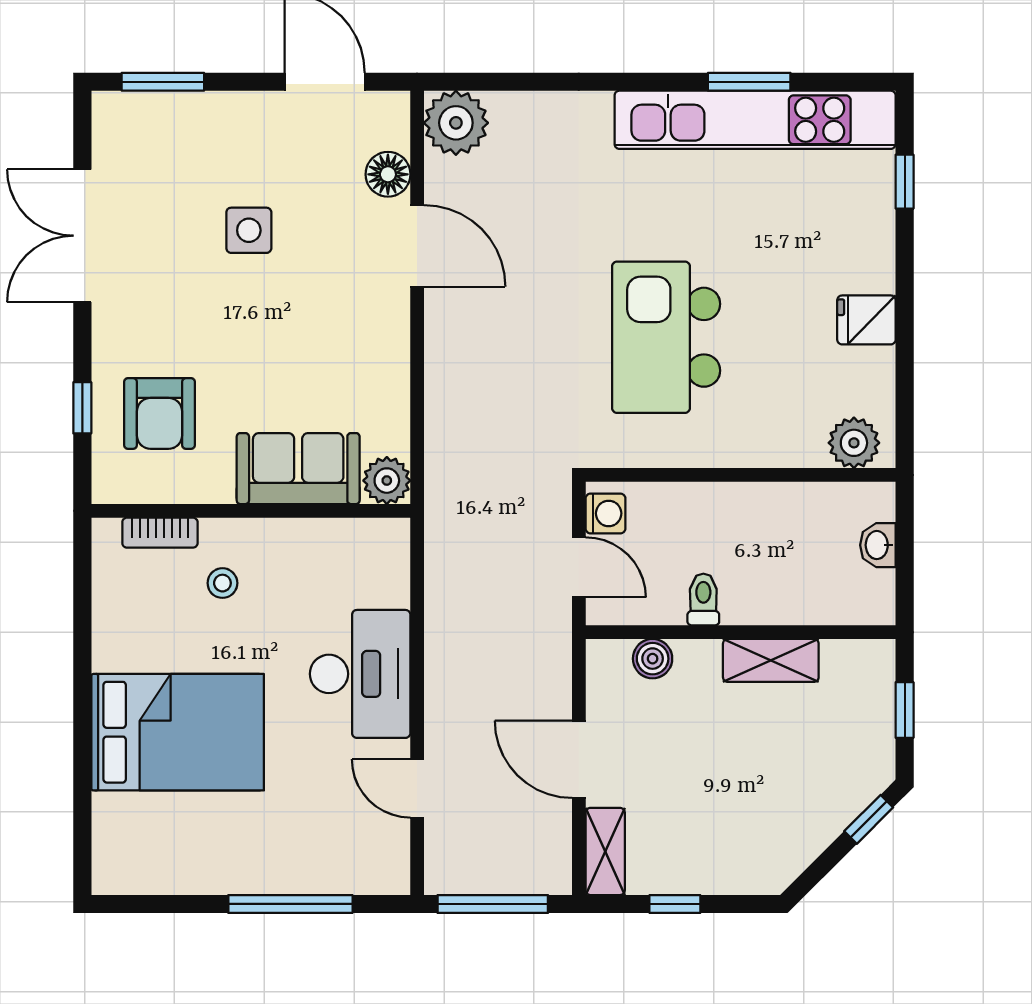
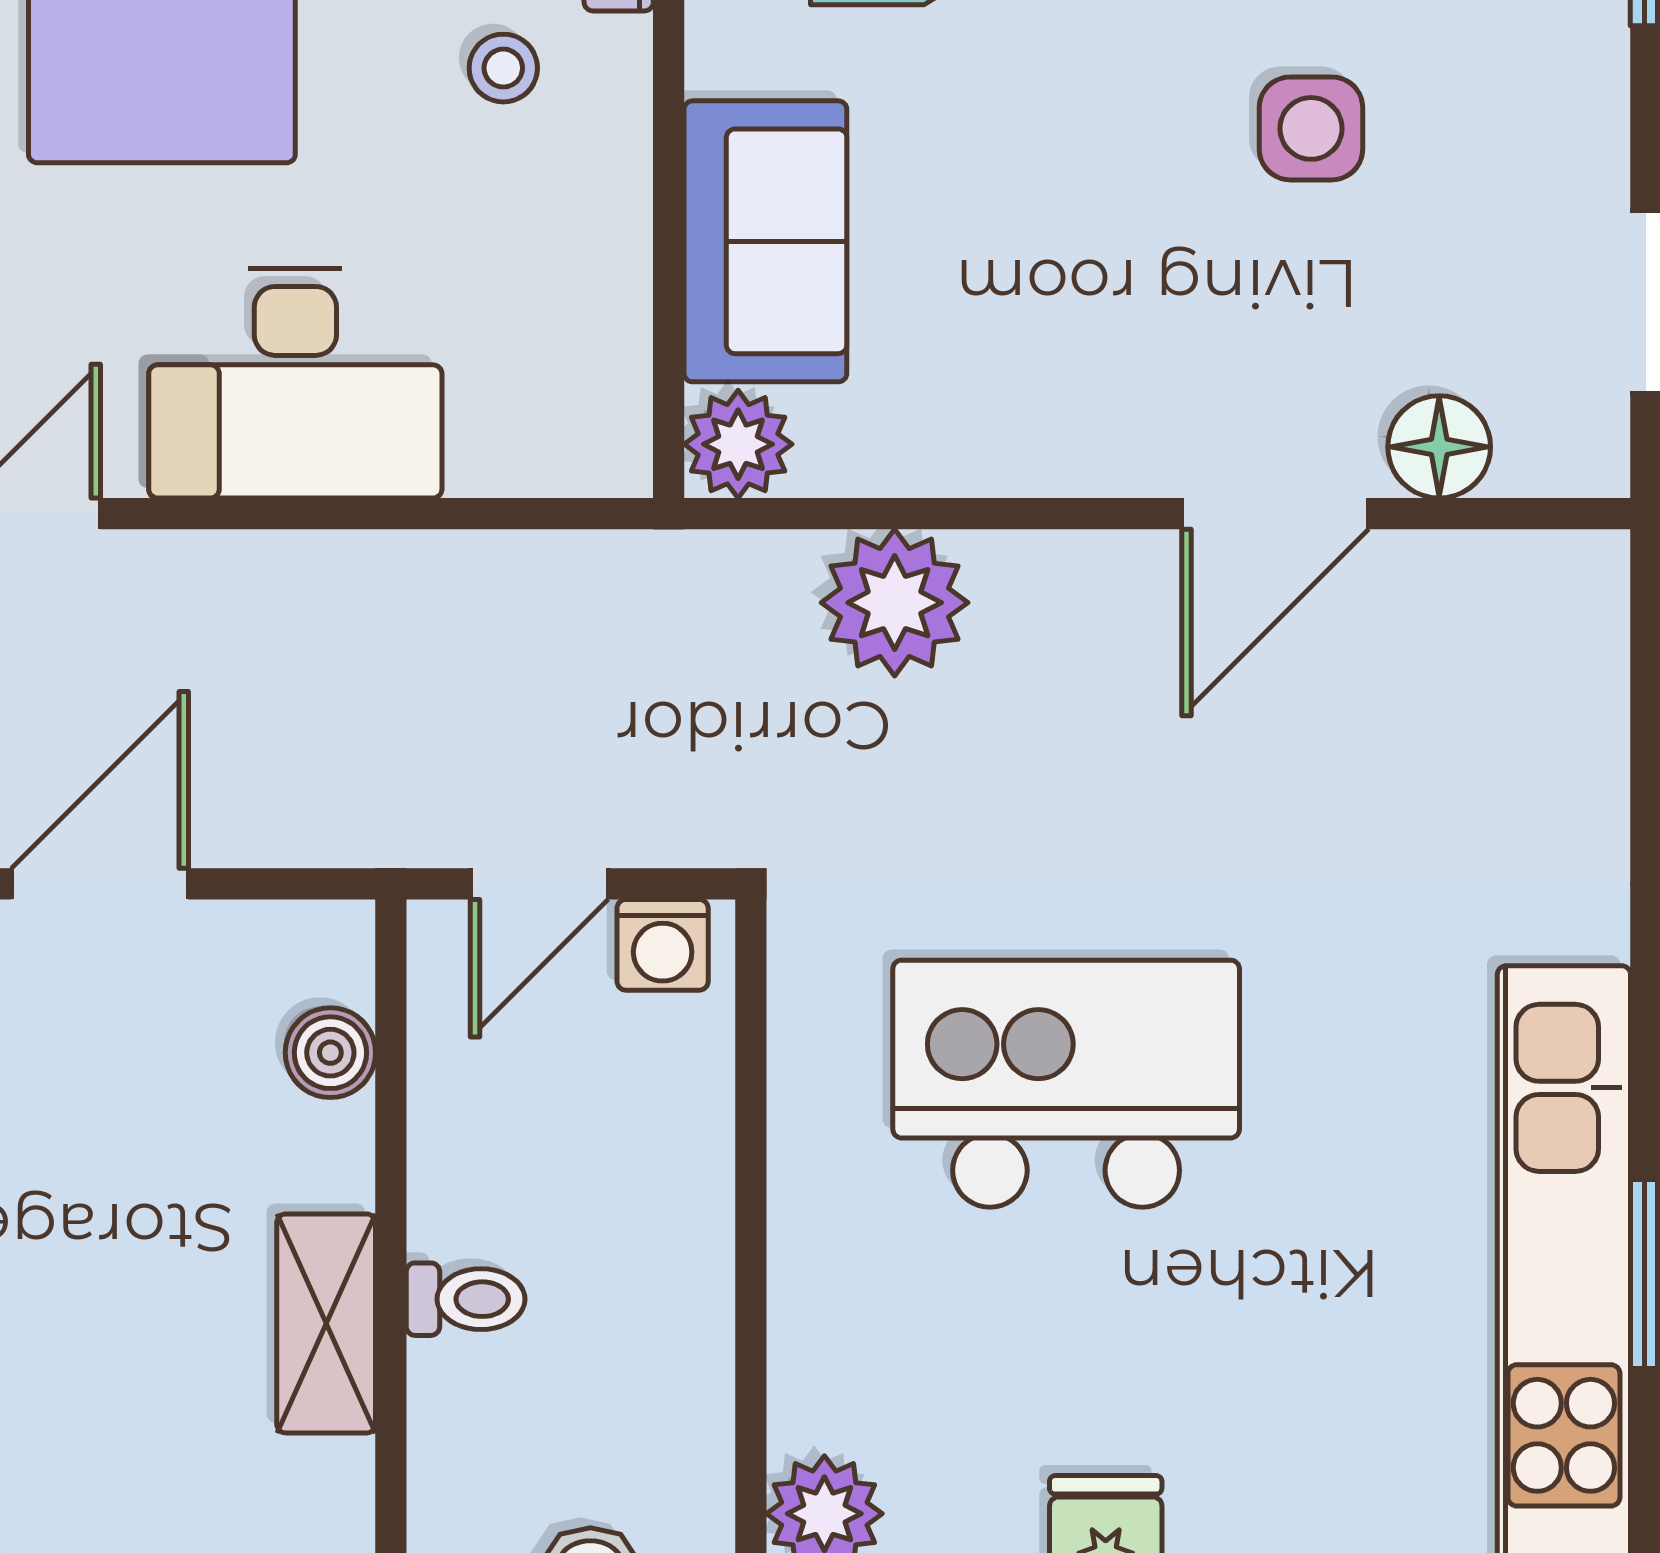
plant: (456, 123) -> (895, 603), moved
toilet: (703, 600) -> (466, 1299), moved

